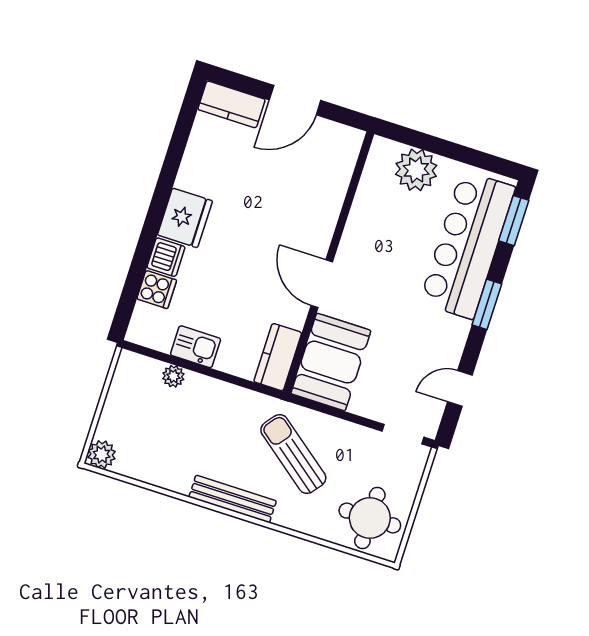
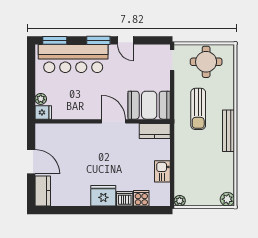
fridge: (382, 154) -> (43, 112), added
plant: (416, 170) -> (41, 99), width x0.53, depth x0.53
door: (322, 284) -> (114, 121), swing flipped
plant: (173, 376) -> (180, 201), moved
door: (460, 388) -> (126, 40), moved
sun lounger: (293, 454) -> (198, 109), turned -38
round table: (370, 518) -> (206, 62), moved

